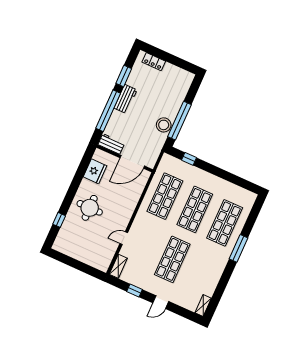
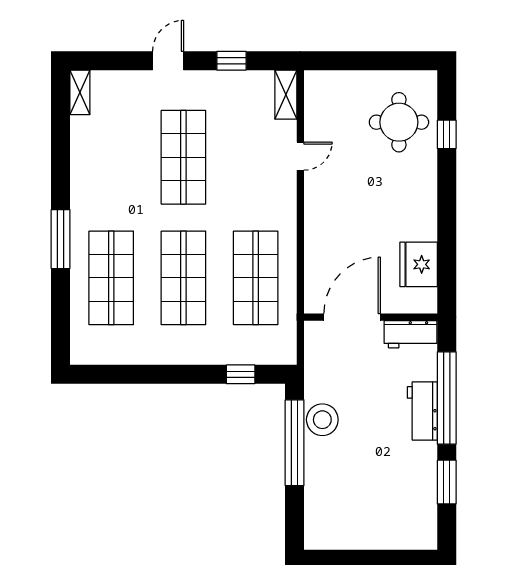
locker: (154, 62) -> (399, 538), removed
workbench: (126, 99) -> (422, 411), moved
round table: (90, 208) -> (399, 122), moved

